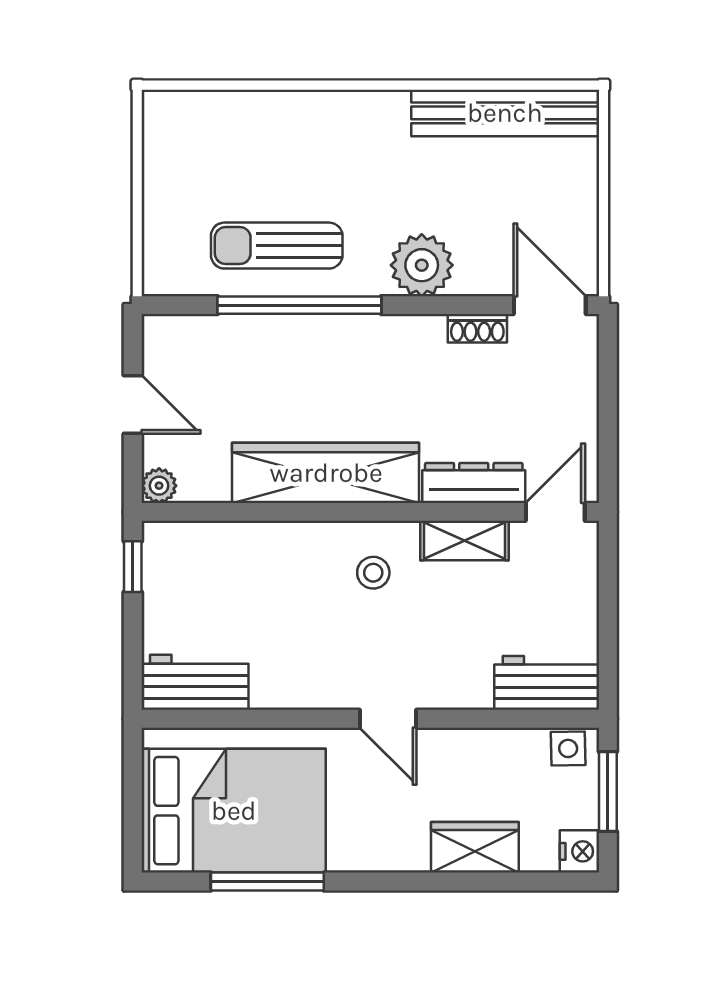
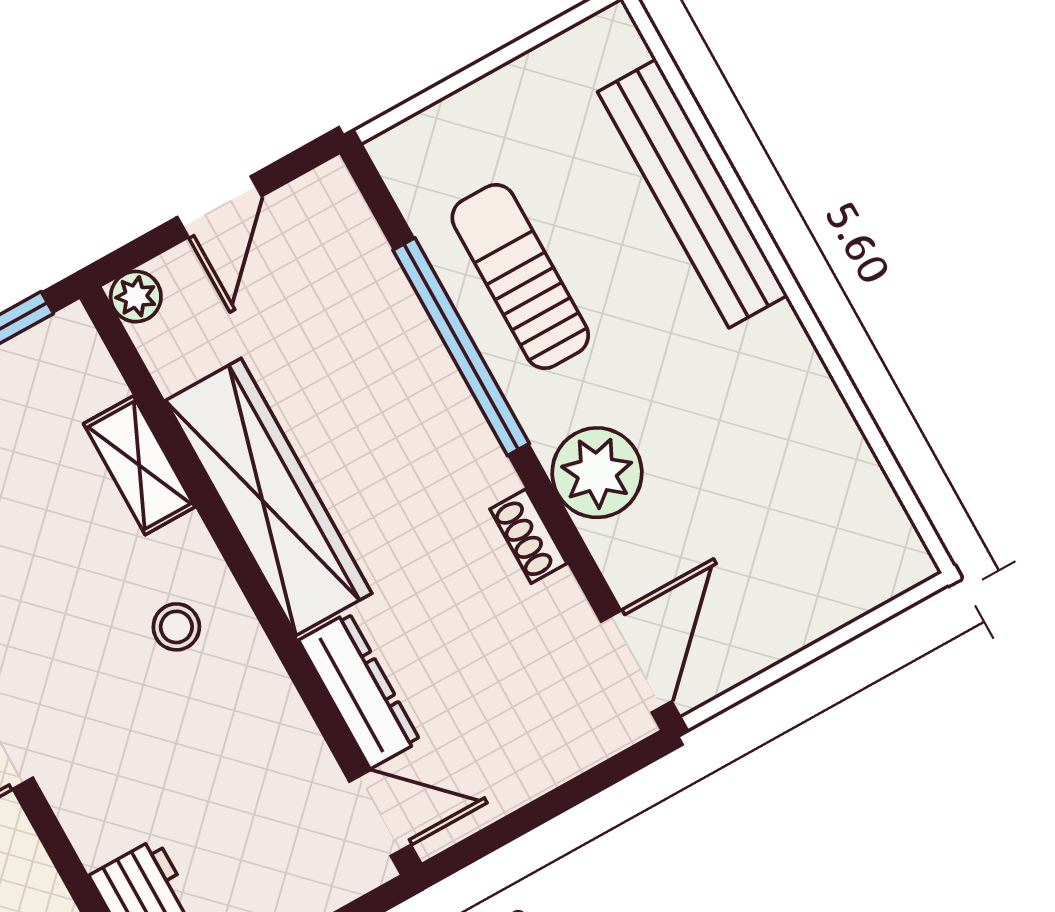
bench: (505, 113) -> (693, 194), moved
shoe rack: (477, 328) -> (528, 536), moved
shelving: (465, 541) -> (139, 465), moved

